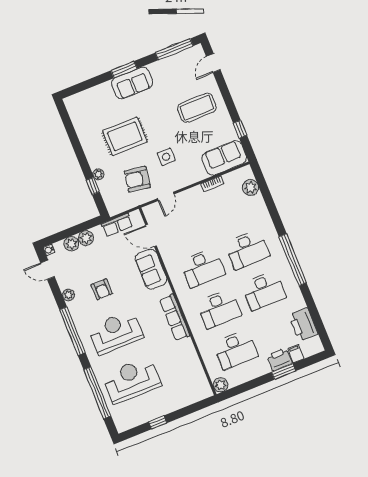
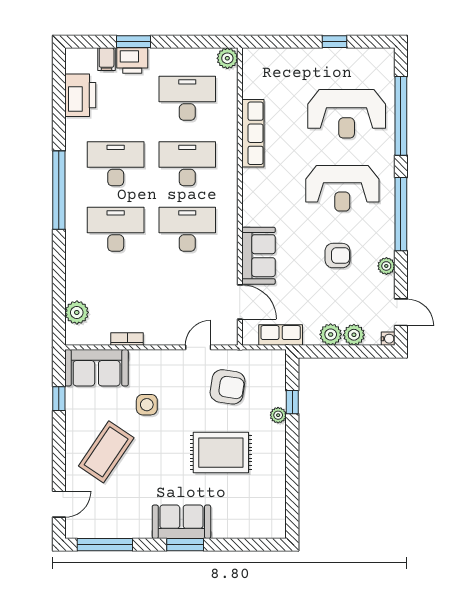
coffee table: (197, 108) -> (106, 452), turned -56
side table: (166, 157) -> (147, 405), moved
armchair: (102, 289) -> (338, 256), turned 90
row of seats: (175, 318) -> (253, 133), moved

